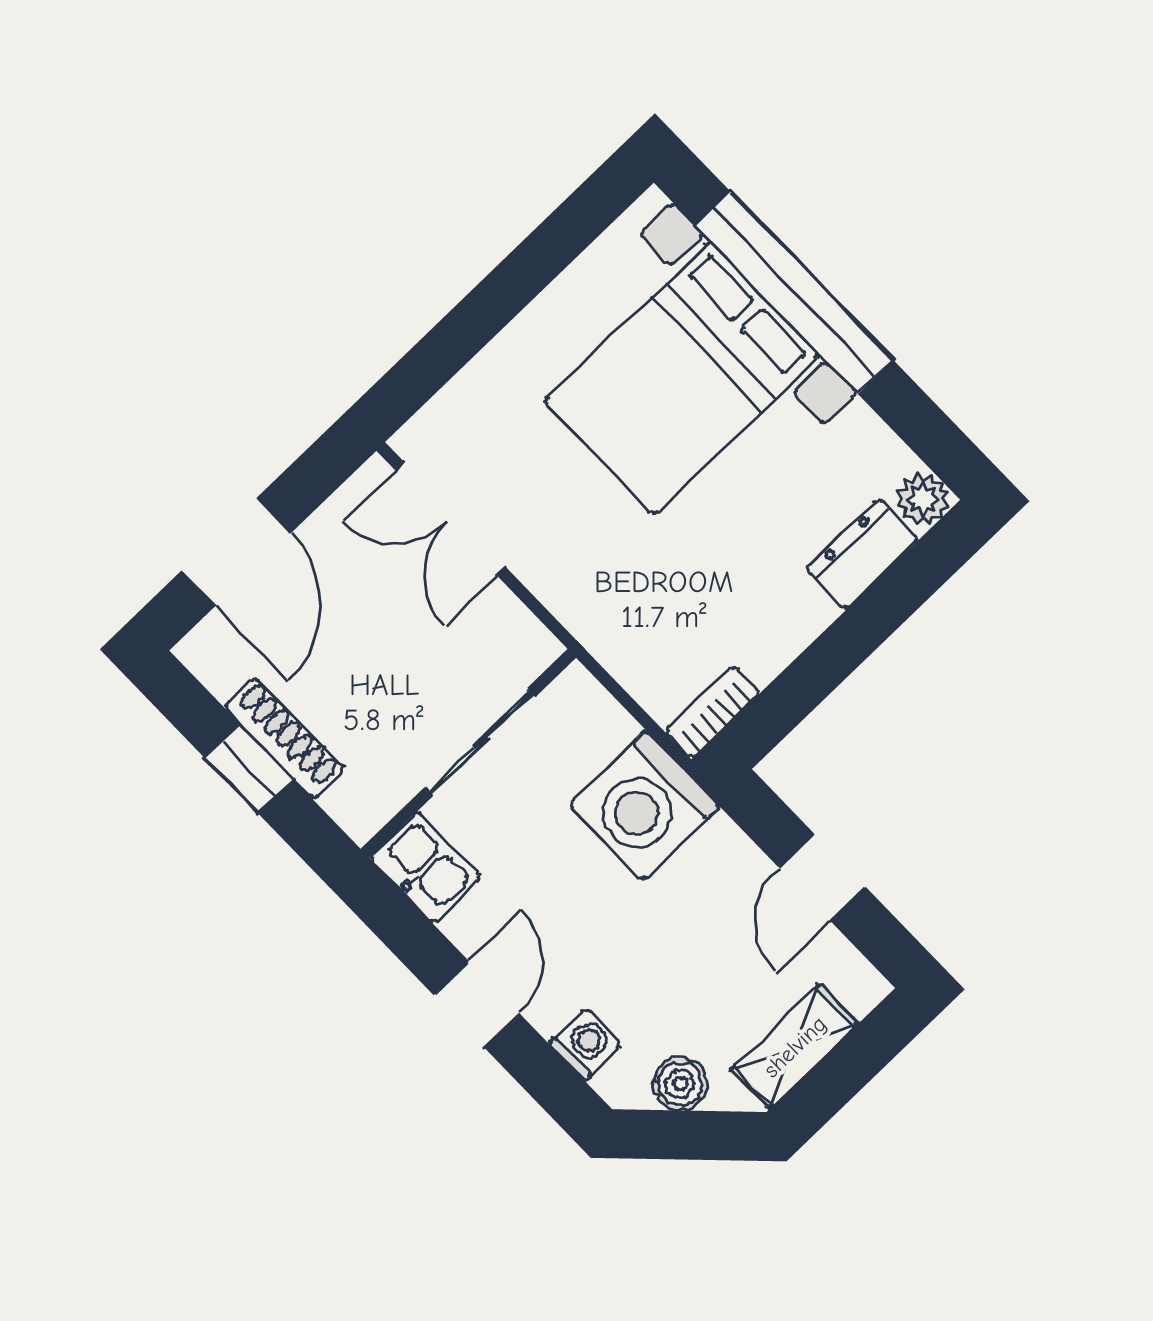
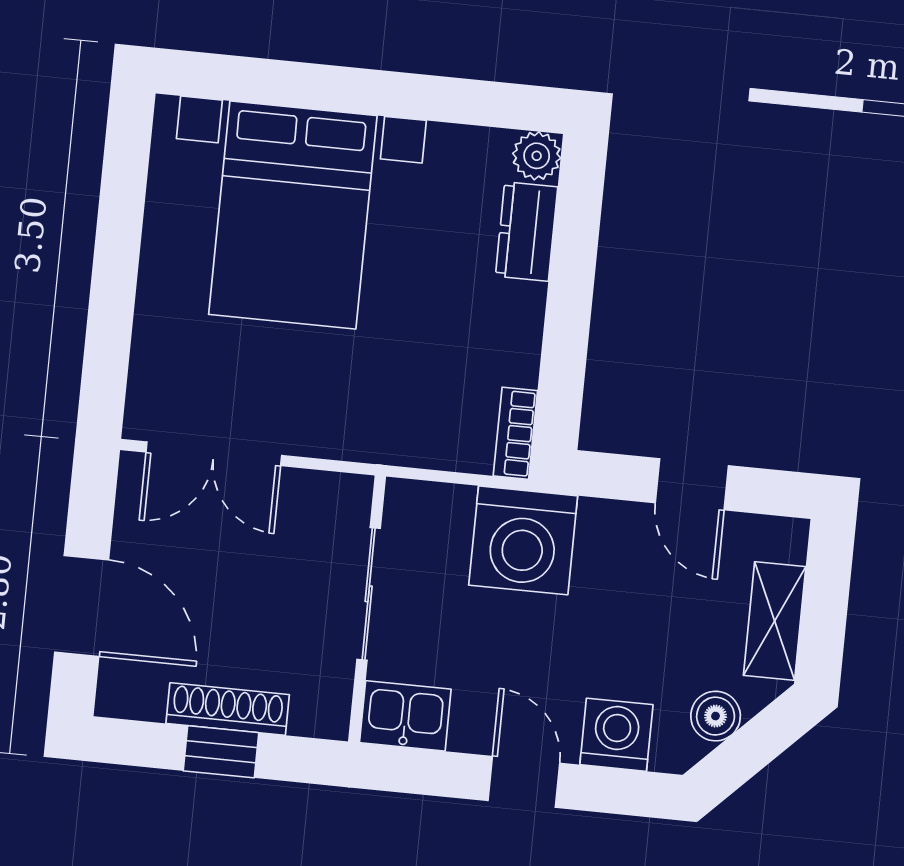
window: (794, 292) -> (321, 87), removed
washing machine: (585, 1044) -> (616, 735), width x1.38, depth x1.38

